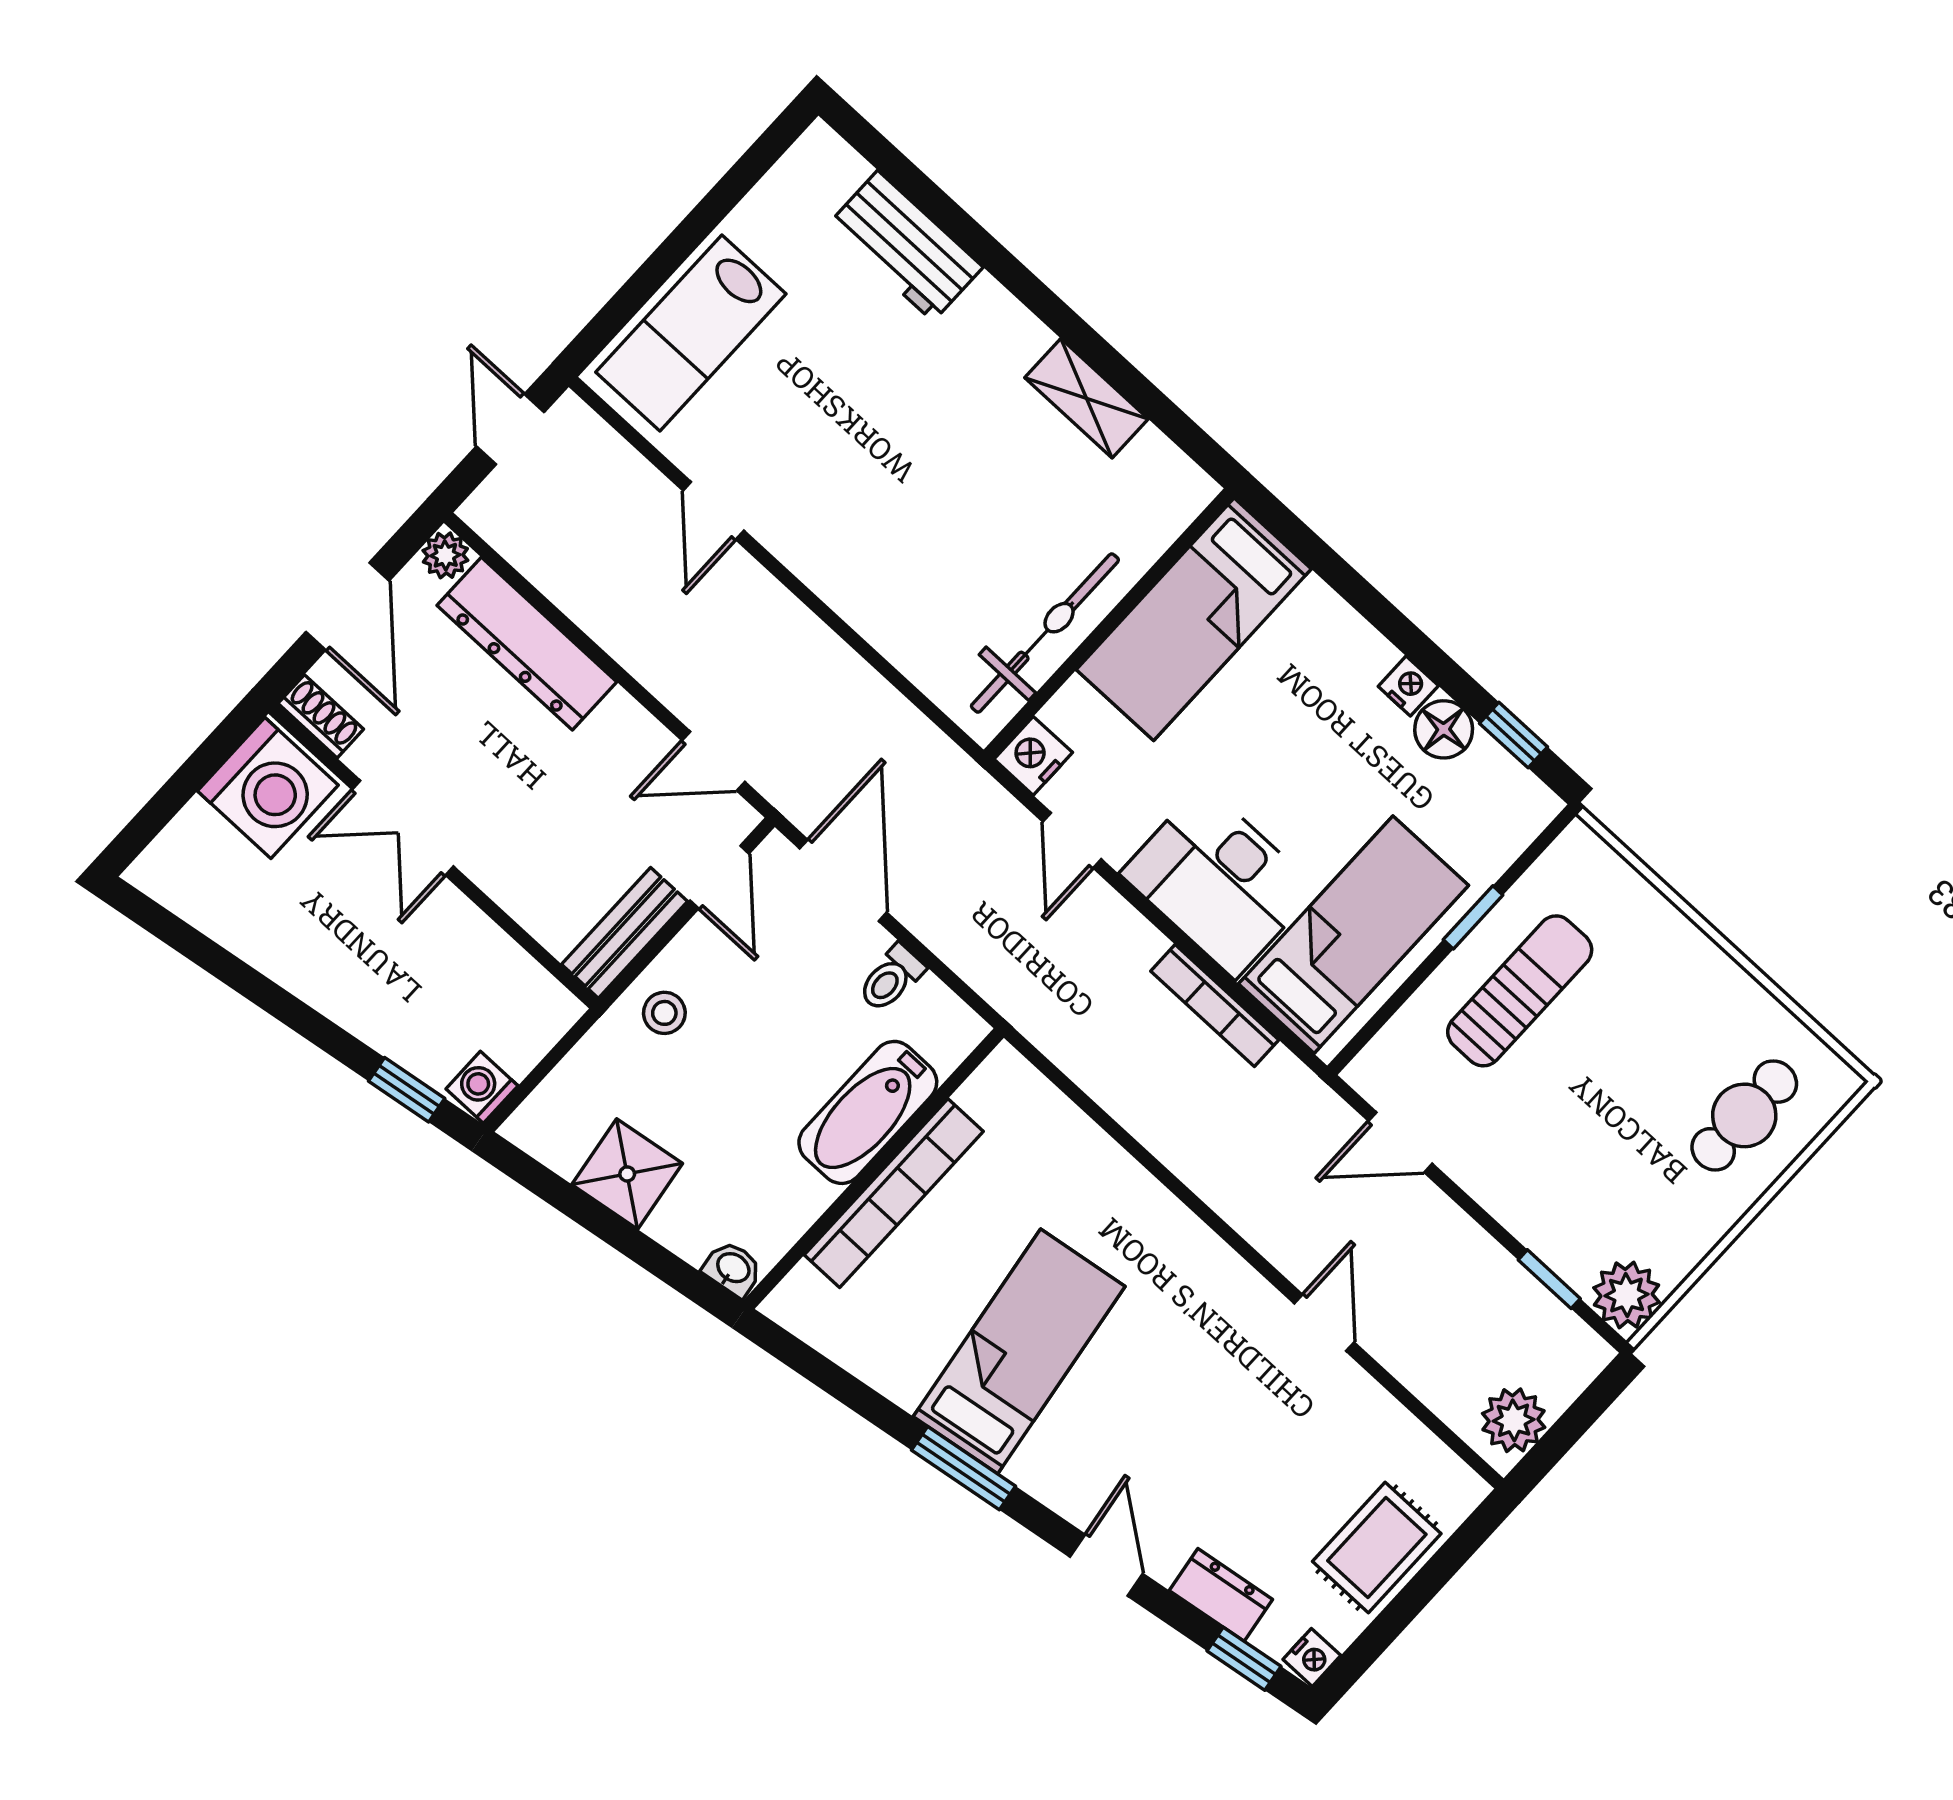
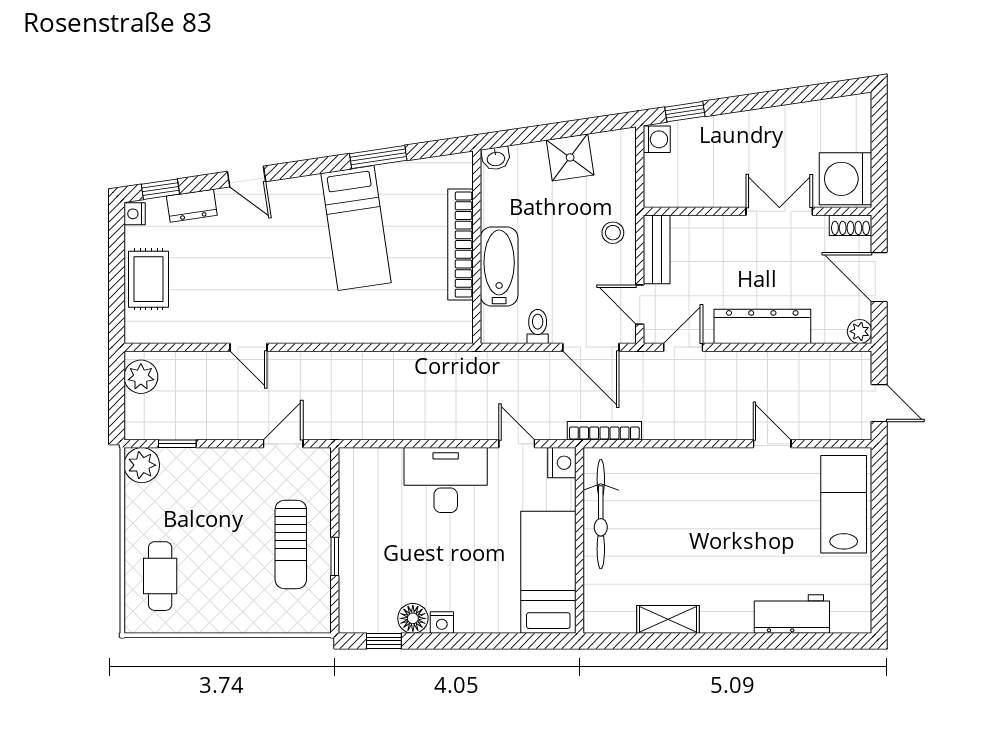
dresser: (527, 644) -> (762, 326), moved
bed: (1354, 935) -> (375, 507), removed
bookcase: (1215, 1005) -> (604, 431), moved
window: (964, 1468) -> (378, 157), moved

